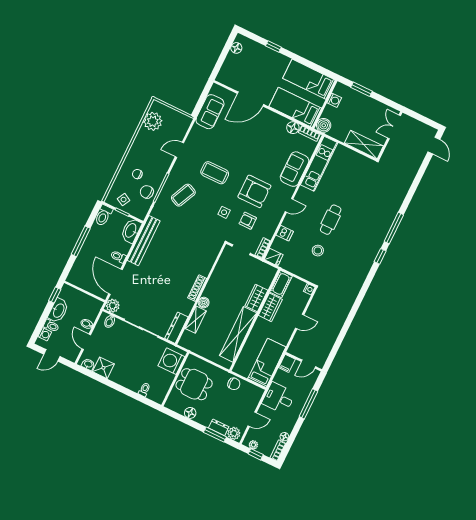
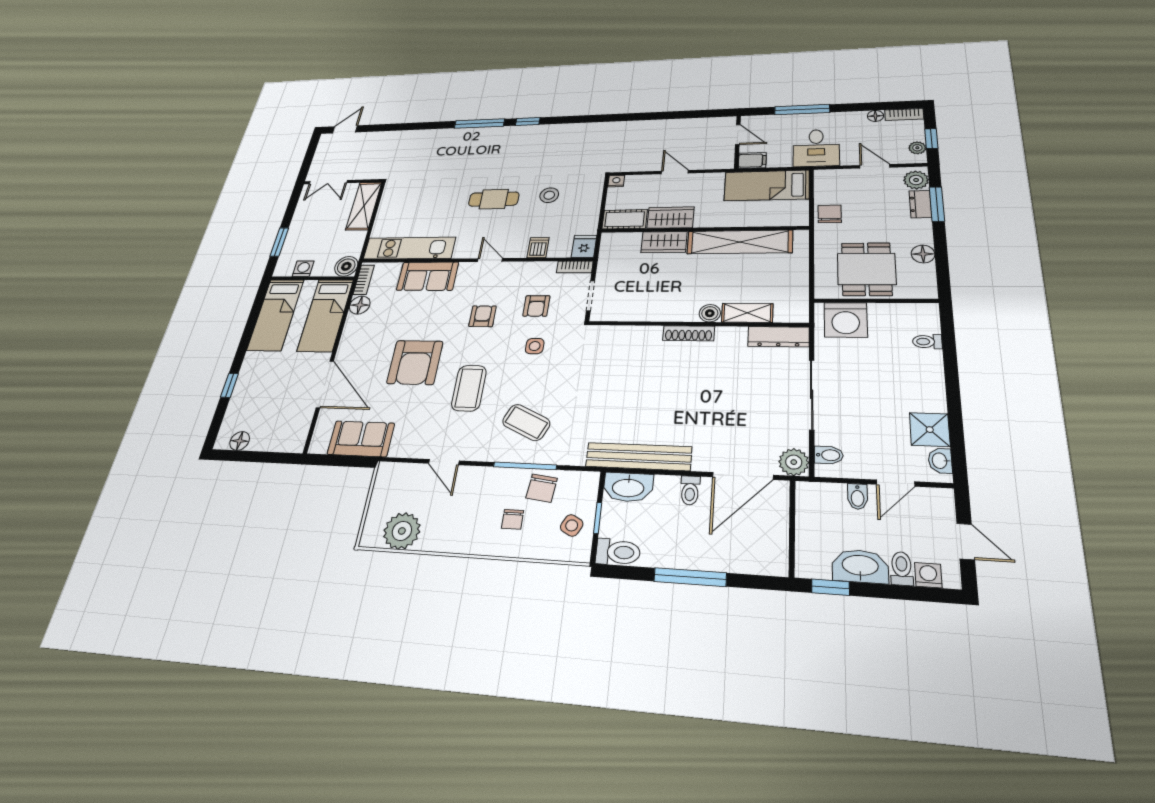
armchair: (242, 149) -> (415, 362), added
armchair: (254, 191) -> (483, 316), width x0.53, depth x0.53

